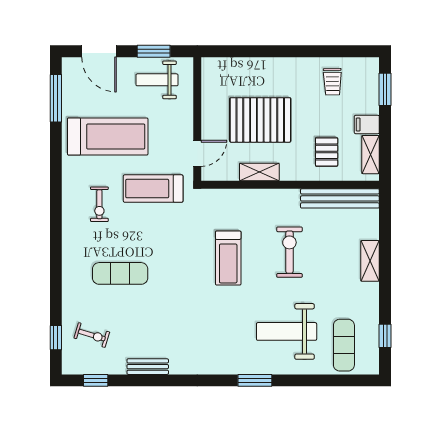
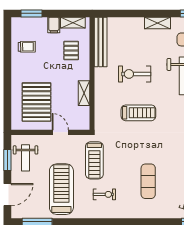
pallet: (260, 120) -> (36, 102), moved
pallet: (327, 152) -> (71, 51), turned 90
door: (197, 153) -> (60, 132), moved
shelving: (370, 261) -> (158, 23), moved

